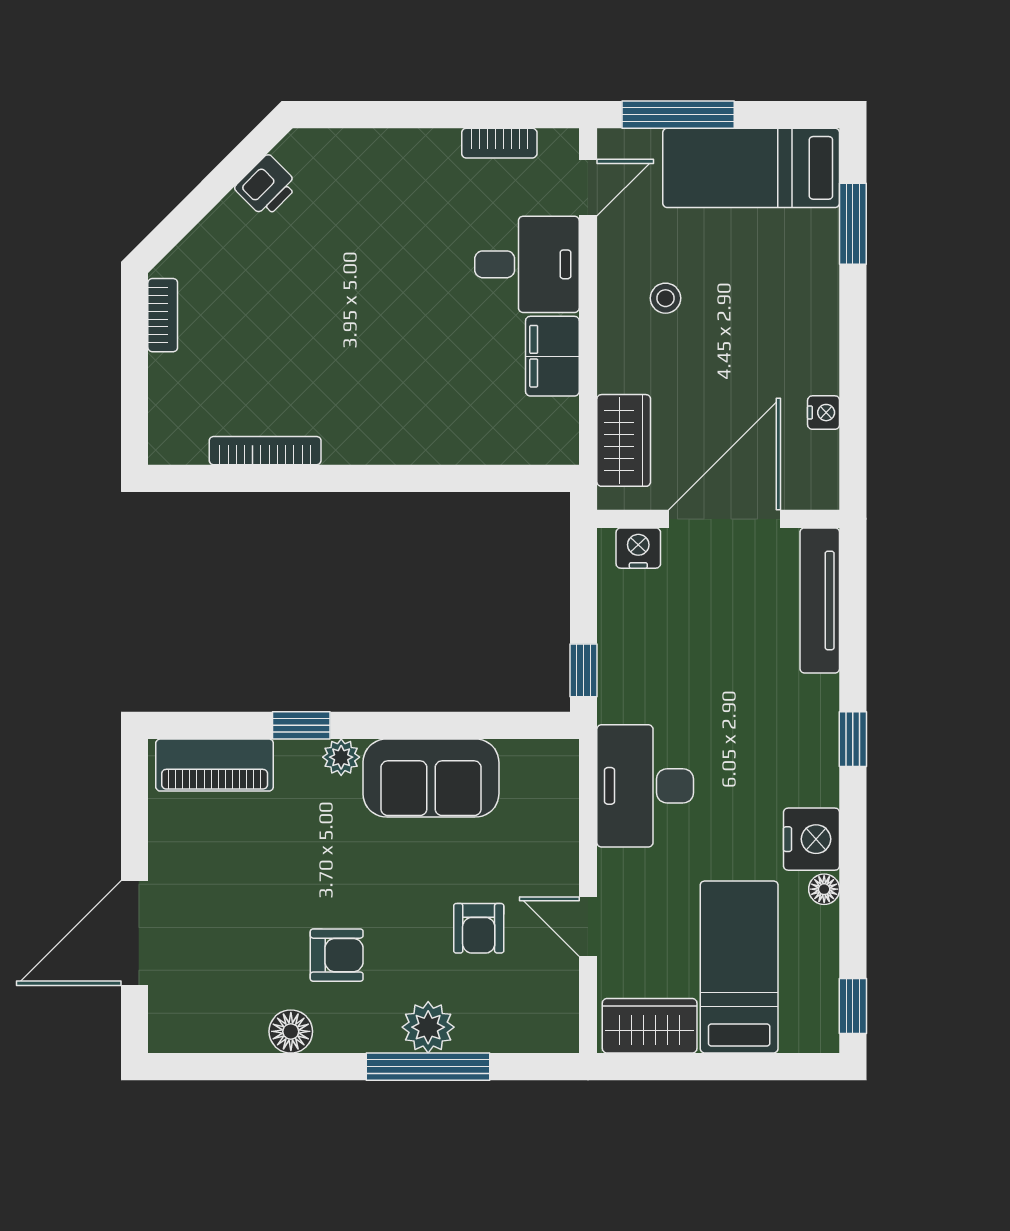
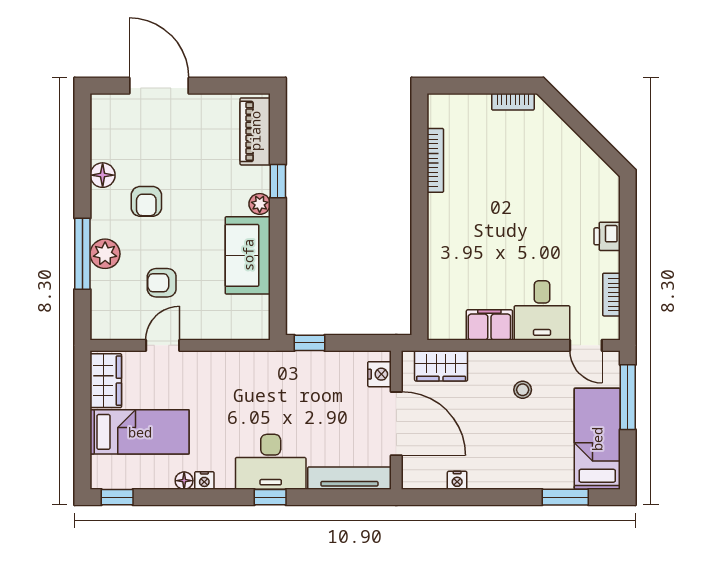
printer: (267, 186) -> (607, 236), moved, turned 45
desk: (645, 786) -> (271, 462), moved, turned 180
nightstand: (812, 839) -> (204, 480), width x0.53, depth x0.56

